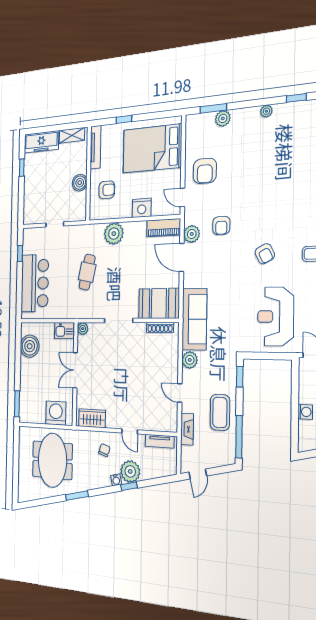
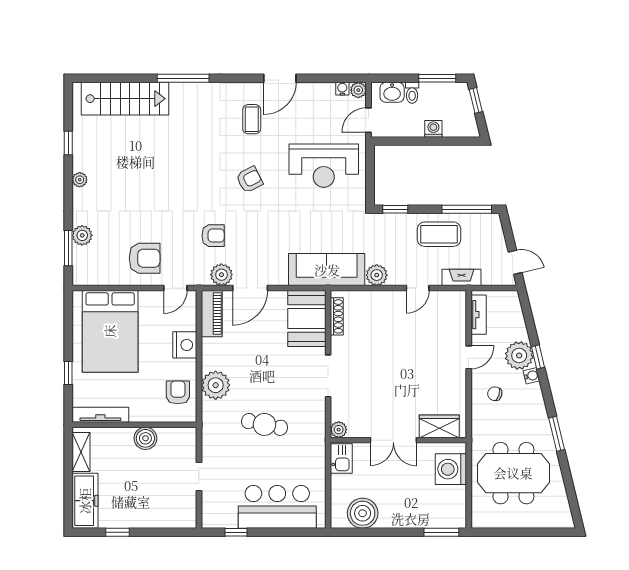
armchair: (107, 190) -> (178, 392), moved
wardrobe: (92, 418) -> (439, 426), moved, turned 90

